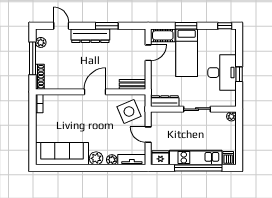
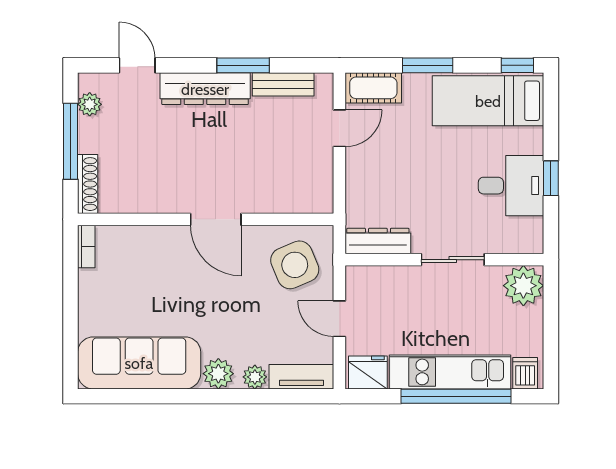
bed: (187, 53) -> (488, 101), moved, turned 90
desk: (222, 73) -> (511, 186), width x0.73
bench: (132, 84) -> (283, 84), moved
door: (95, 92) -> (216, 219), swing flipped
plant: (231, 116) -> (523, 286), width x1.88, depth x1.88

